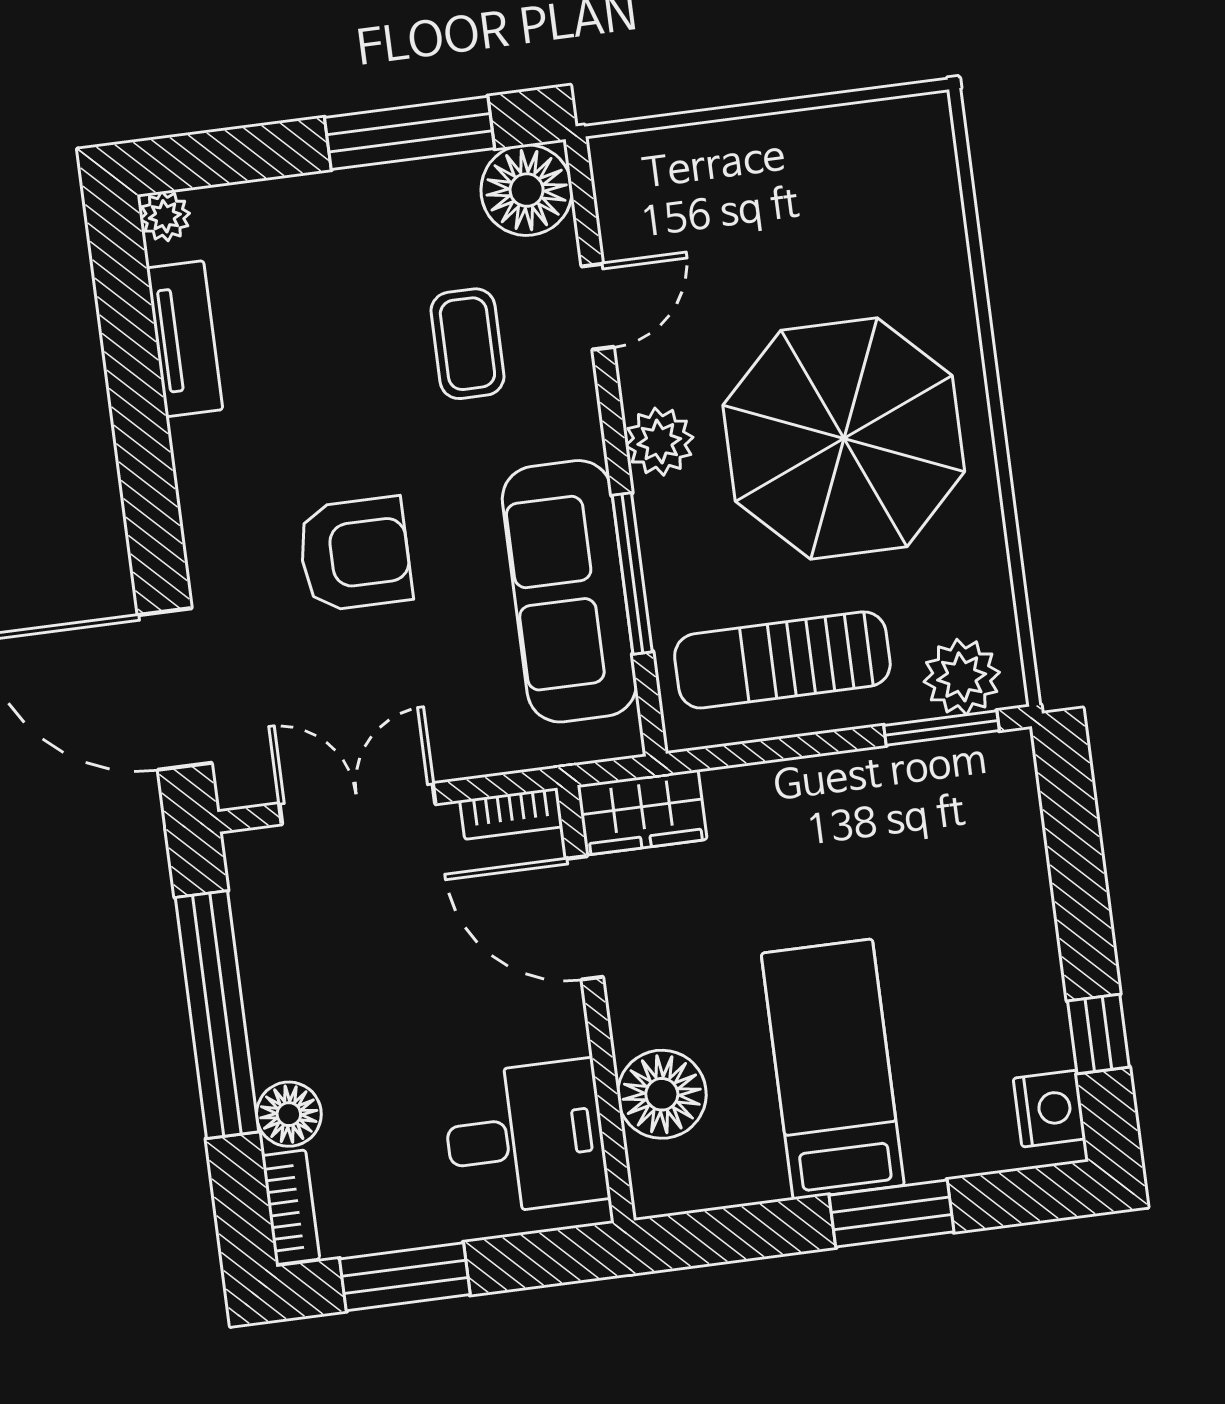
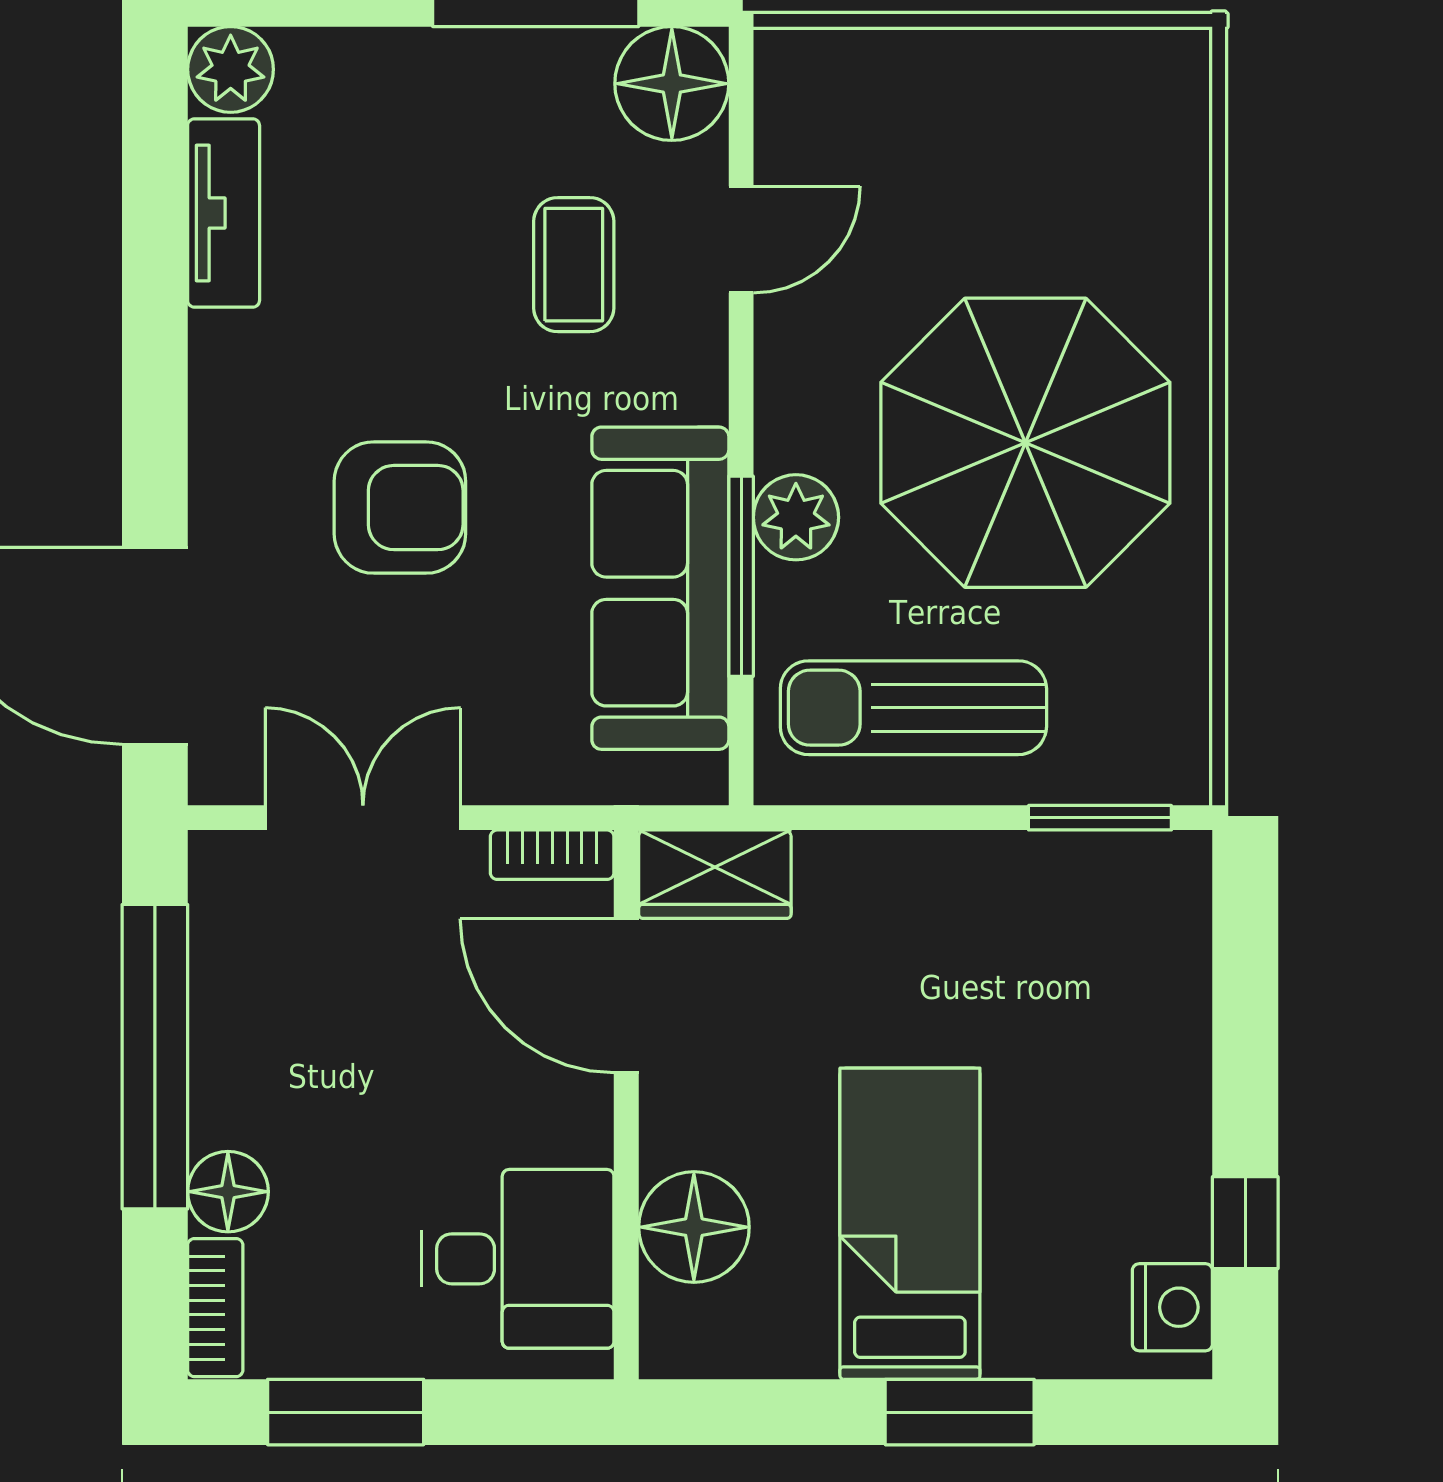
plant: (165, 216) -> (231, 69), width x1.38, depth x1.38
plant: (659, 442) -> (796, 517), moved
plant: (962, 677) -> (1133, 758), removed

